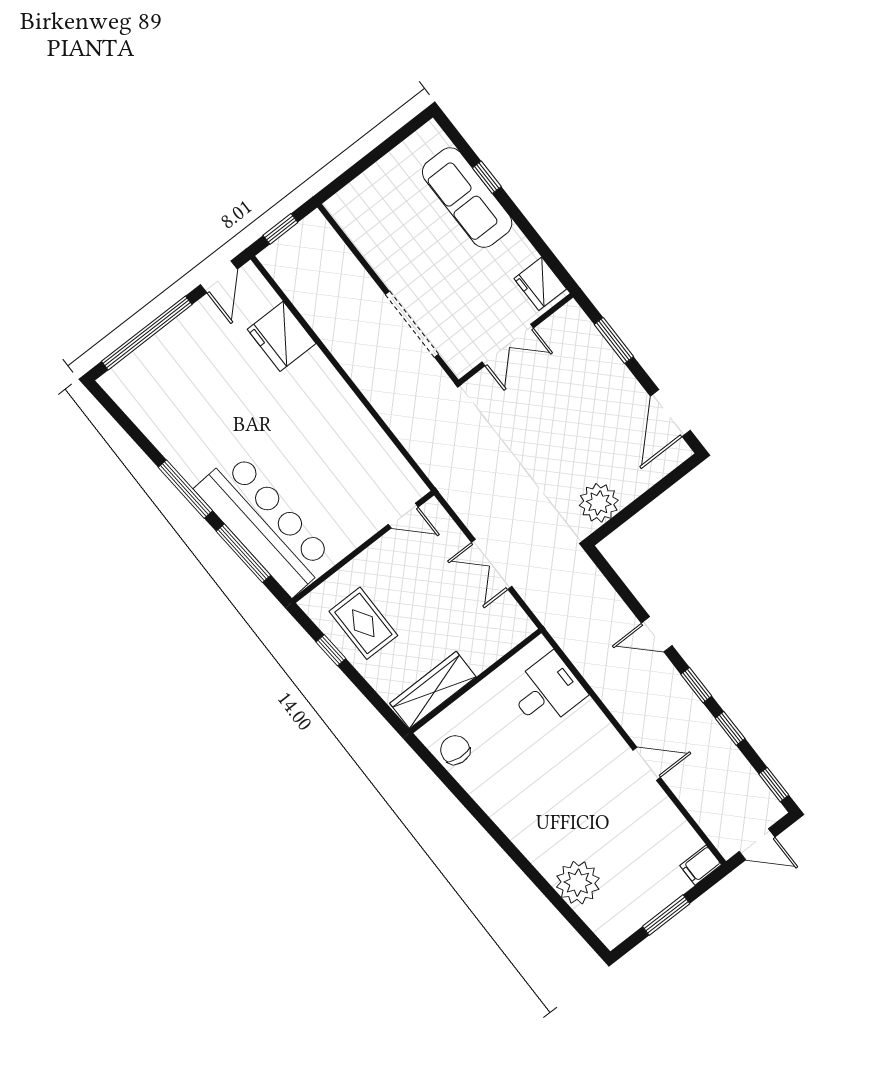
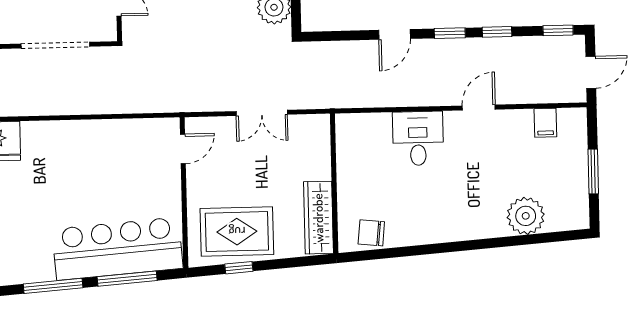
rug: (363, 623) -> (237, 232), width x1.36, depth x1.43
desk: (547, 691) -> (418, 138), moved
filing cabinet: (701, 865) -> (545, 123), moved

